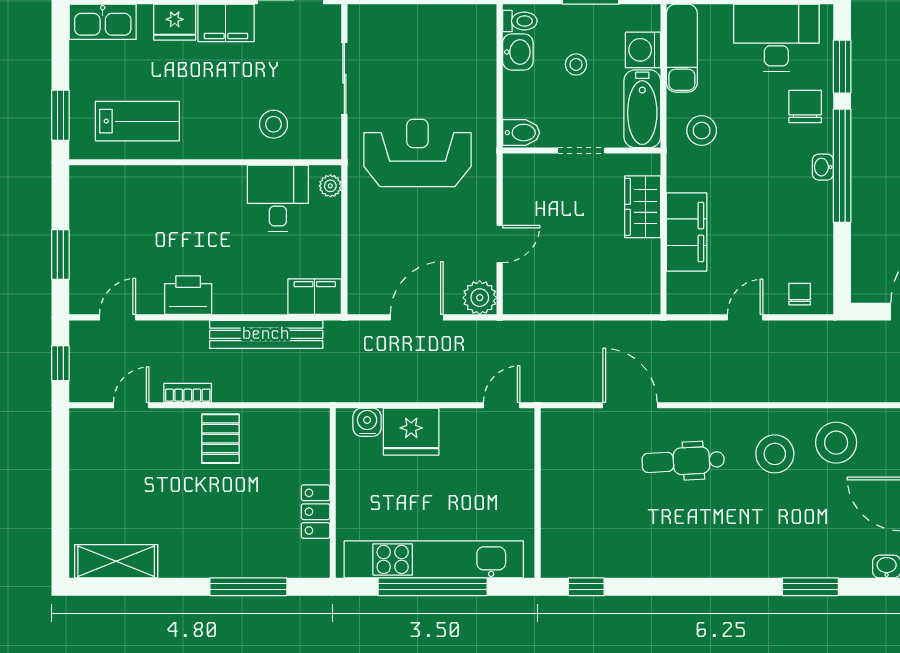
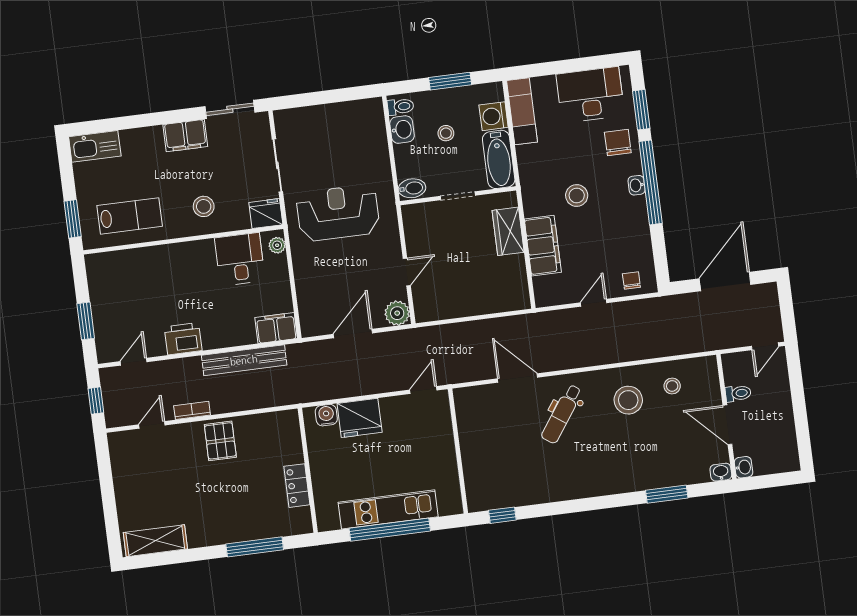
fridge: (175, 22) -> (266, 214), moved, turned 180
stool: (273, 124) -> (204, 206), moved
stool: (702, 130) -> (577, 195), moved
stool: (836, 443) -> (672, 386), width x0.53, depth x0.53
dental chair: (683, 461) -> (562, 414), turned -52
kitchen unit: (434, 559) -> (388, 509), width x0.73

